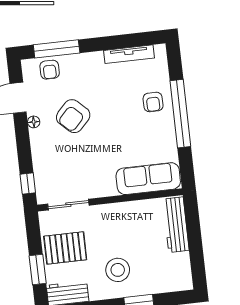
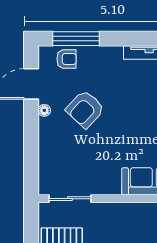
armchair: (50, 70) -> (66, 59), turned -90
window: (28, 184) -> (31, 172), removed

